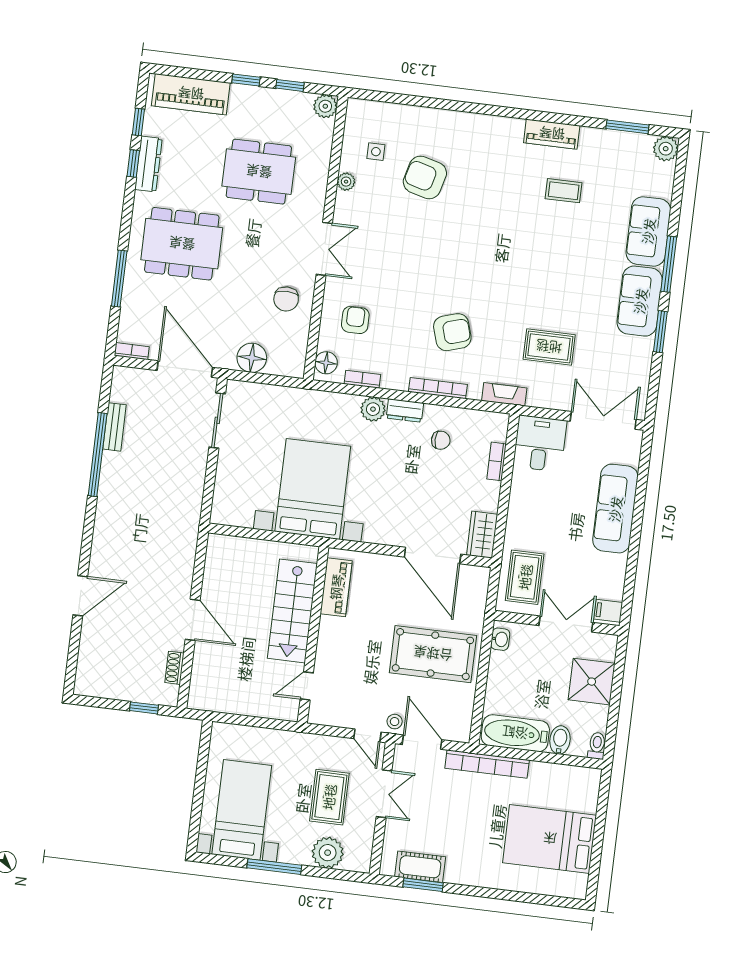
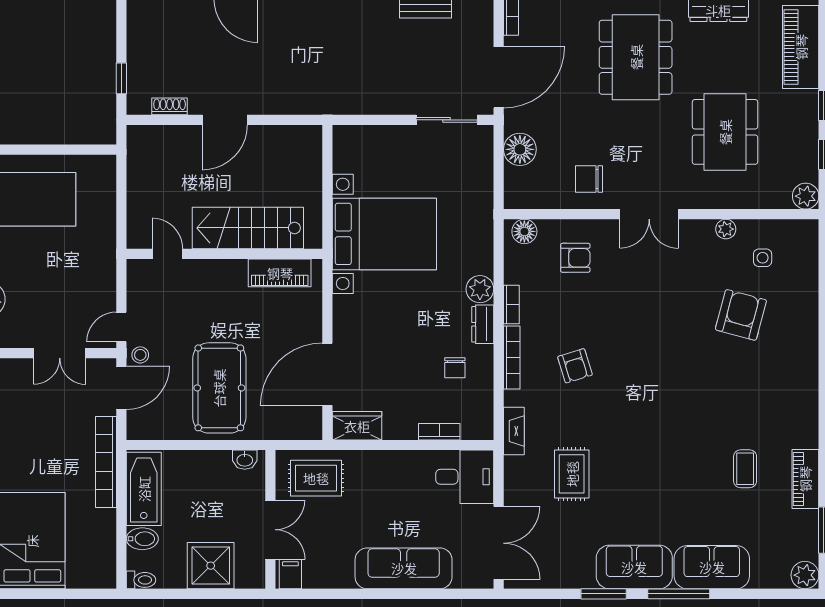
piano: (552, 134) -> (805, 479), moved
armchair: (452, 332) -> (575, 366), width x0.72, depth x0.72
bookcase: (362, 379) -> (511, 304), moved
rug: (329, 797) -> (49, 294), removed

